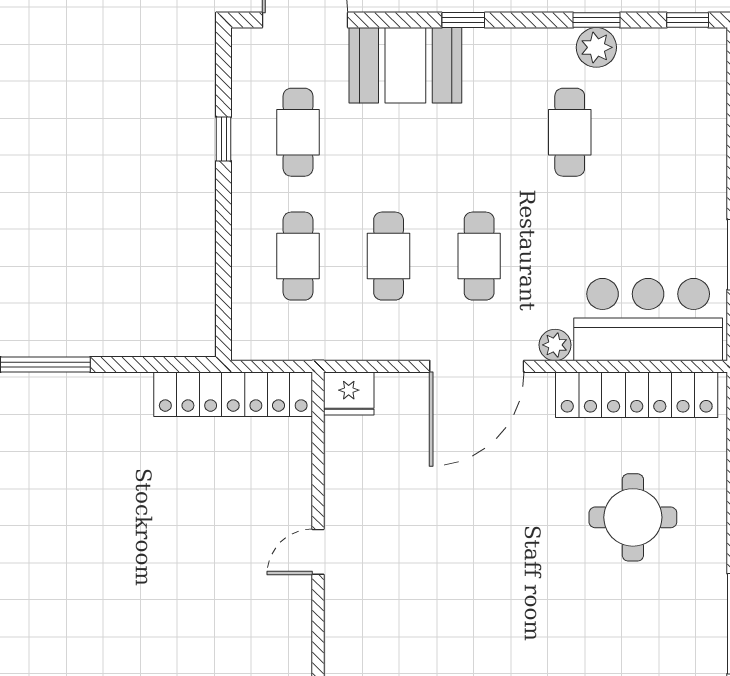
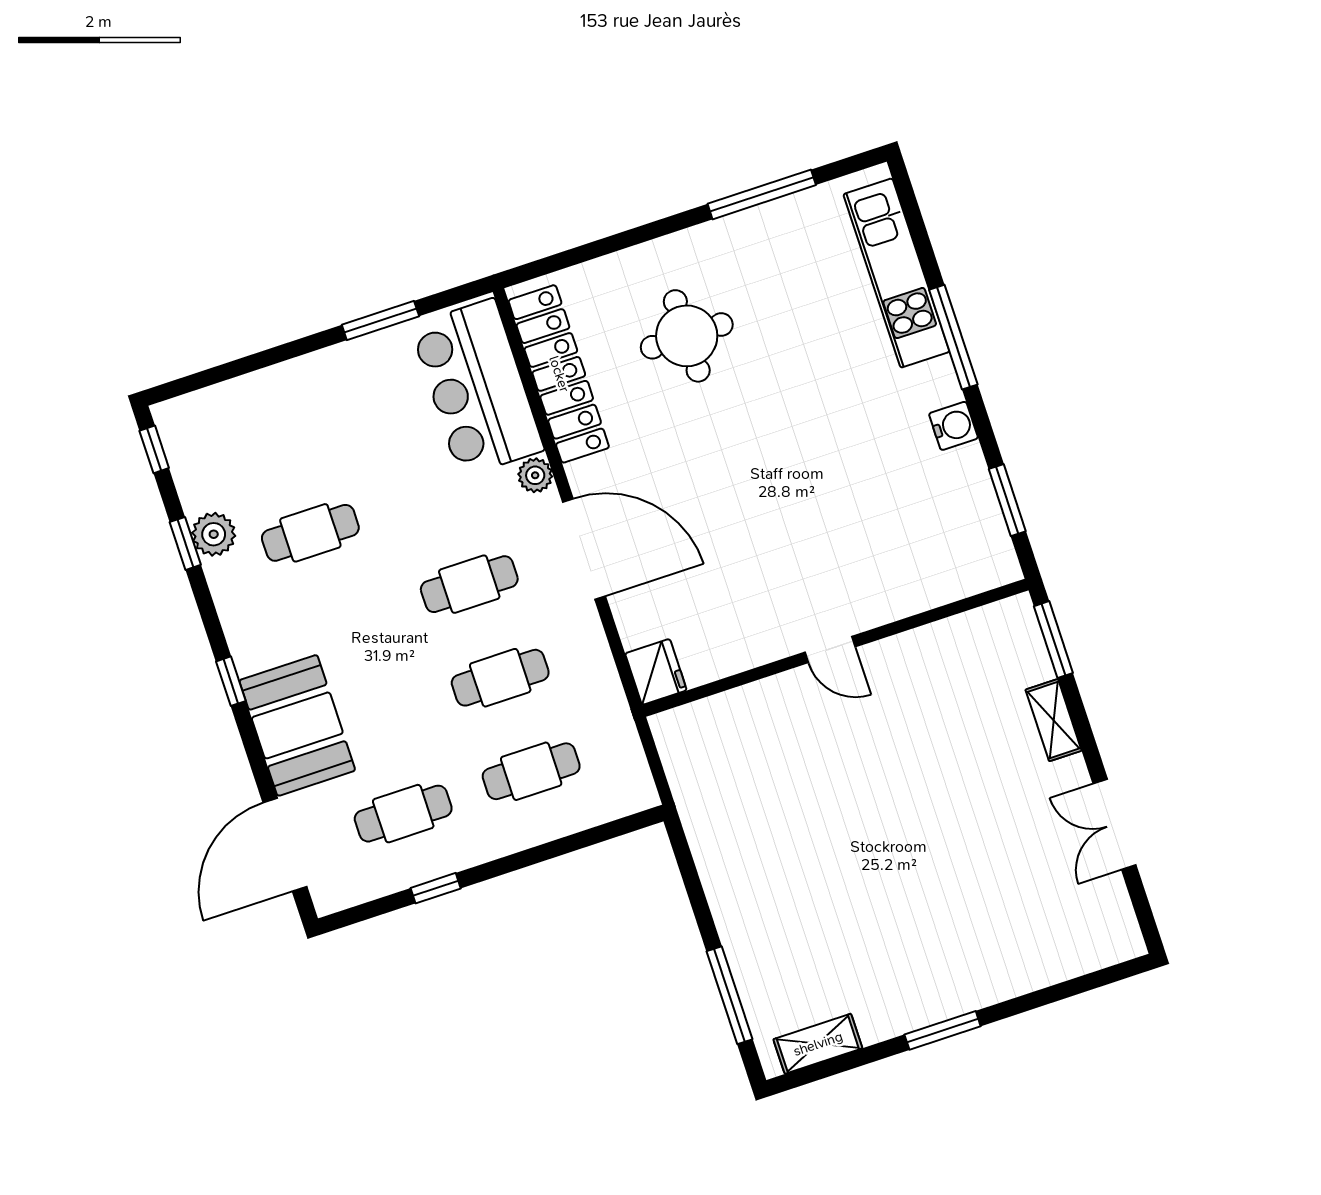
locker: (233, 394) -> (696, 791), removed

